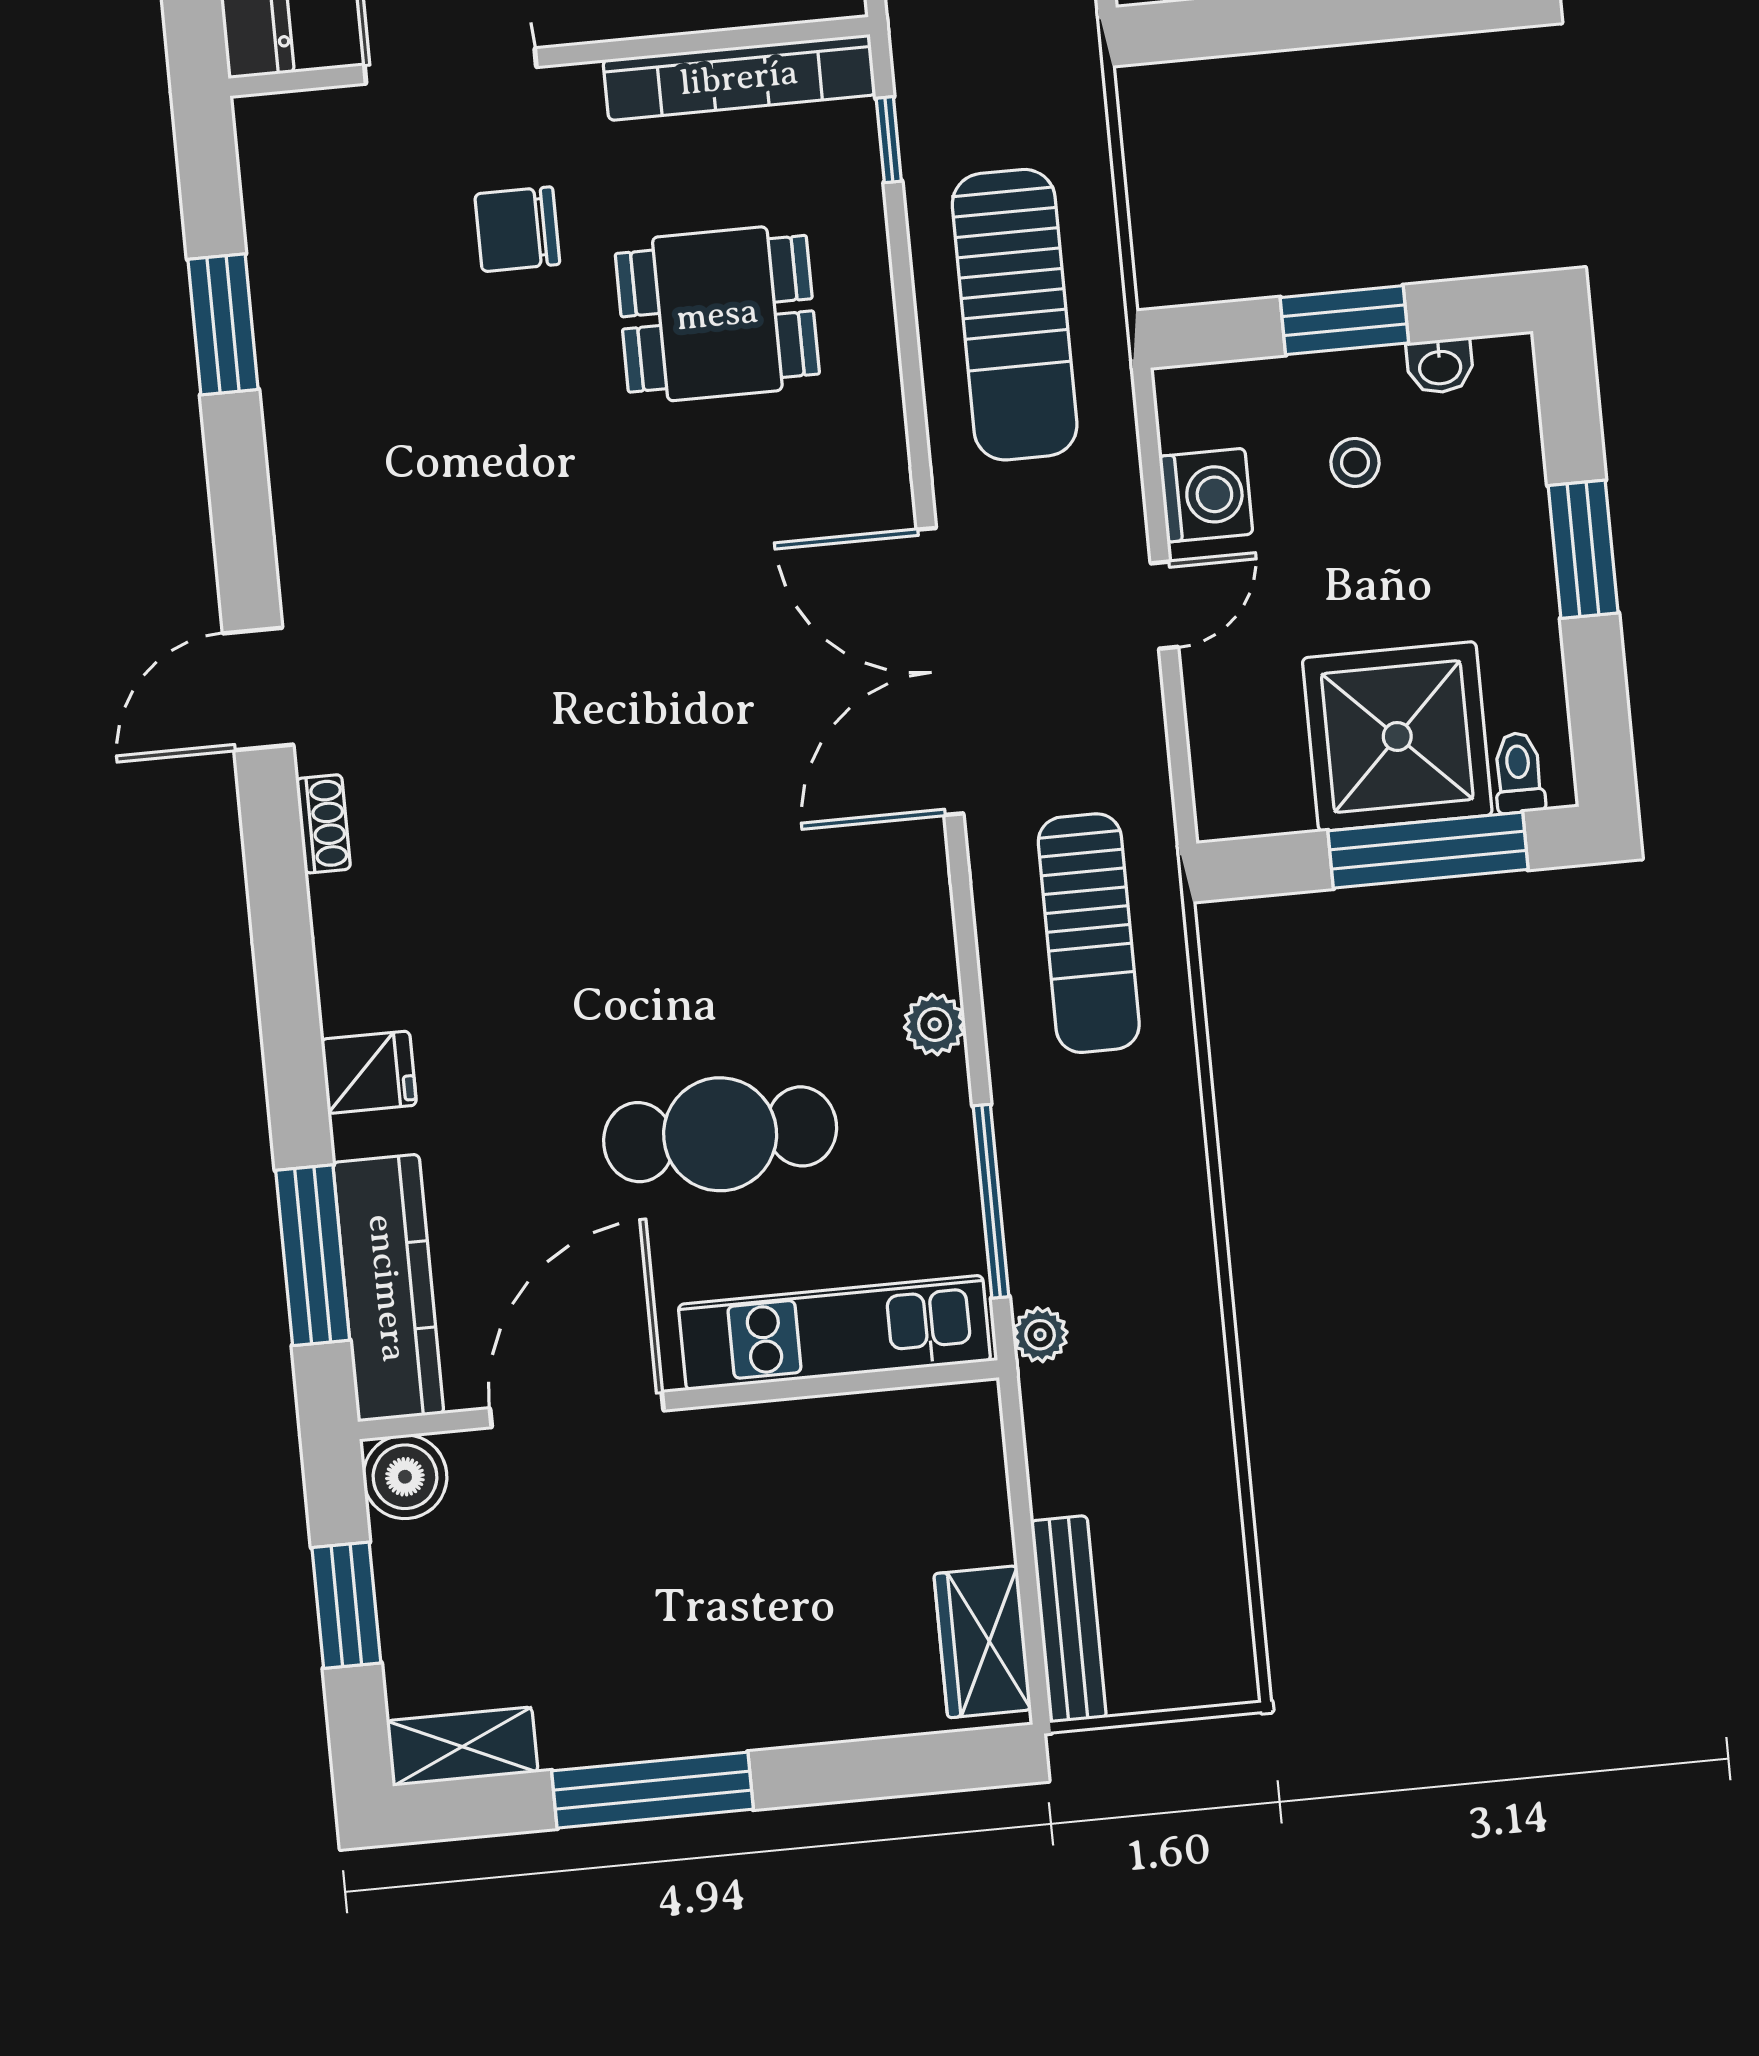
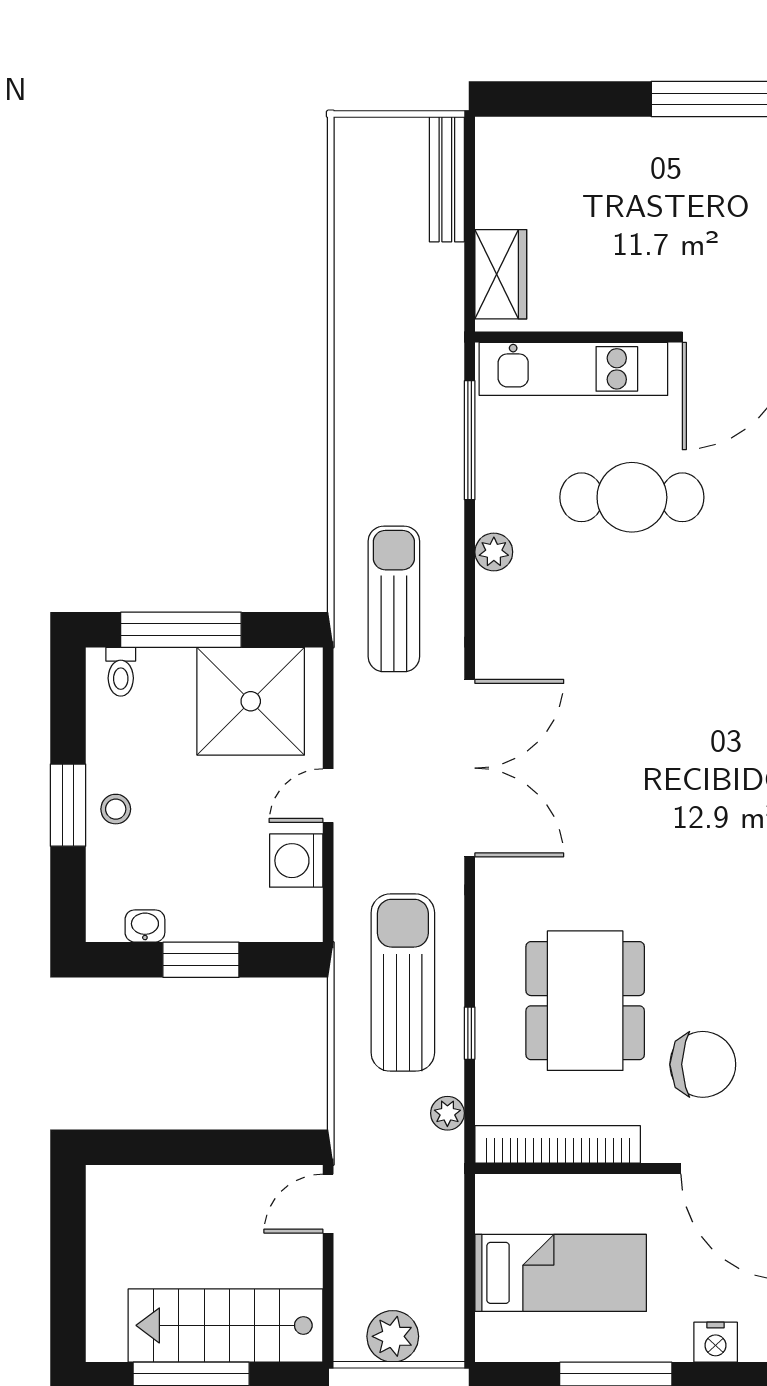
window: (889, 140) -> (470, 1033), moved
chair: (517, 229) -> (703, 1064), width x1.37, depth x1.37
dining table: (717, 314) -> (585, 1001), width x1.38
stool: (1355, 462) -> (116, 809), moved
shower: (1397, 737) -> (251, 701), moved
plant: (1040, 1335) -> (447, 1113), moved
wardrobe: (983, 1642) -> (501, 274), moved

